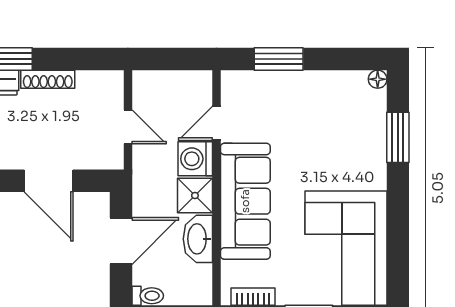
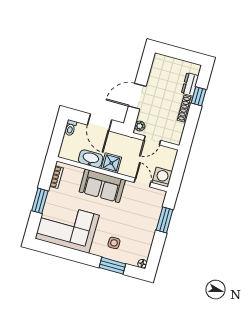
side table: (352, 147) -> (114, 243), added
plant: (106, 159) -> (140, 126), added
washing machine: (195, 159) -> (162, 177), moved
sofa: (245, 201) -> (102, 186), width x0.73

